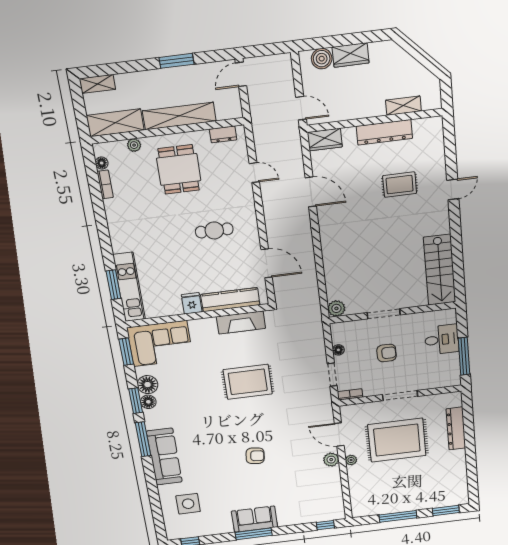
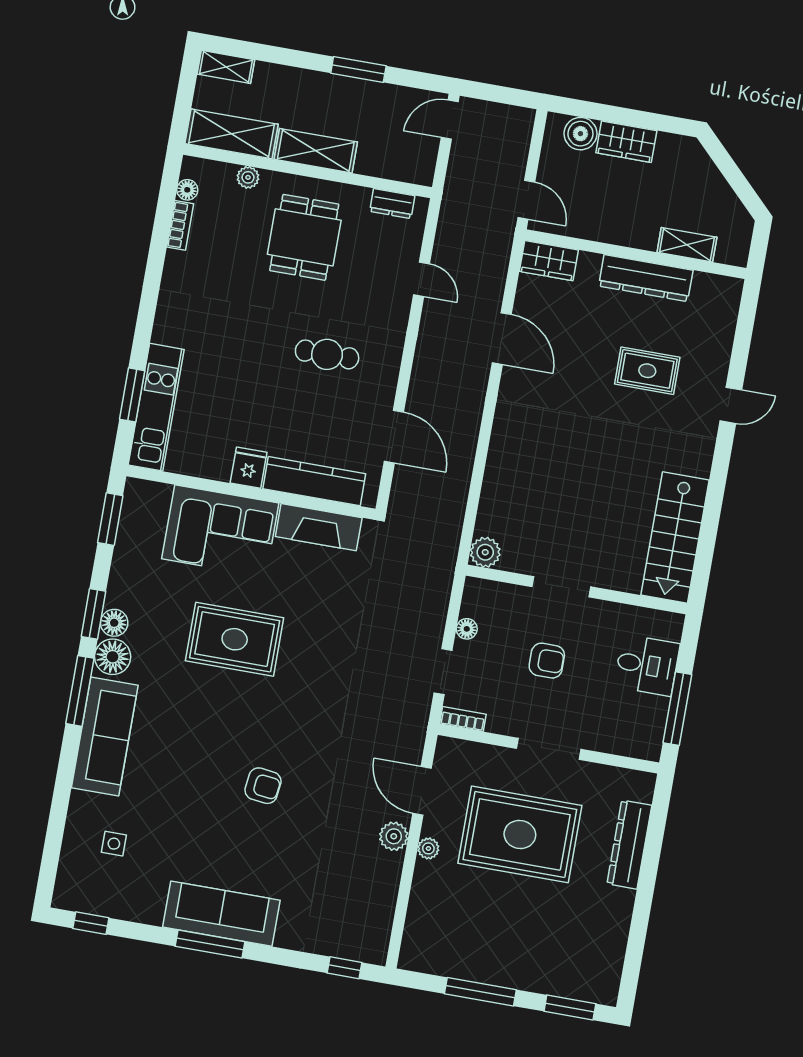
shelving: (179, 116) -> (316, 151), width x0.68
corner sofa: (160, 344) -> (220, 531), moved
rug: (248, 382) -> (235, 639), moved
floor lamp: (148, 385) -> (113, 657), moved
side table: (188, 504) -> (114, 844), width x0.54, depth x0.54
sofa: (255, 519) -> (221, 914), width x1.36

